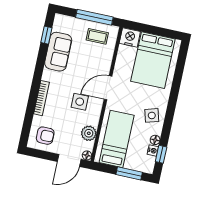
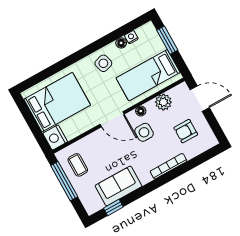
armchair: (45, 136) -> (186, 131), moved, turned -90
window: (161, 154) -> (129, 28), removed
floor lamp: (87, 155) -> (141, 111), moved

